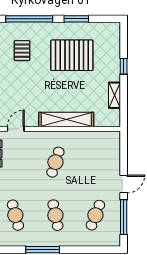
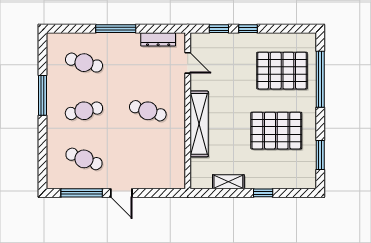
window: (76, 19) -> (320, 155), moved
pallet: (22, 51) -> (282, 71), width x2.05, depth x2.00
pallet: (72, 55) -> (276, 131), turned 90
cafe table: (15, 215) -> (84, 63), turned 30

